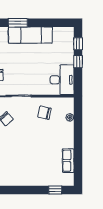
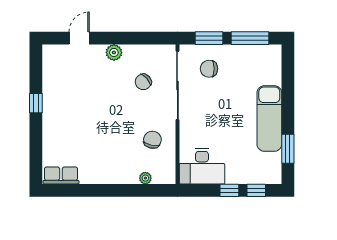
window: (18, 23) -> (288, 149), moved
row of seats: (68, 161) -> (61, 176), moved
window: (55, 190) -> (36, 103), moved

